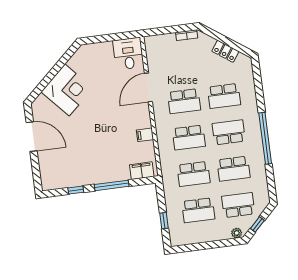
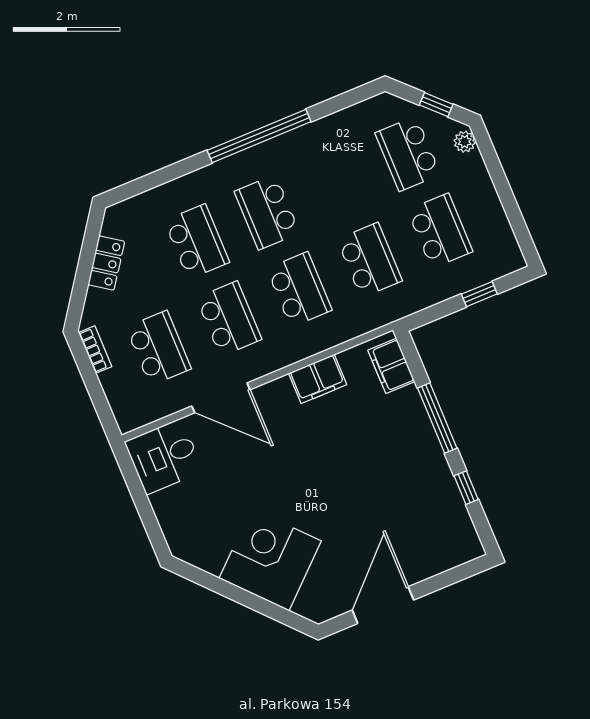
filing cabinet: (145, 135) -> (318, 379), width x2.00
school desk: (233, 169) -> (159, 348), moved

